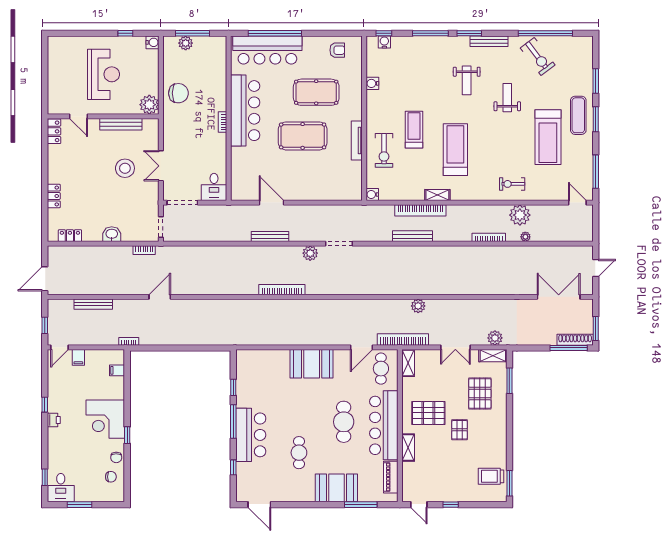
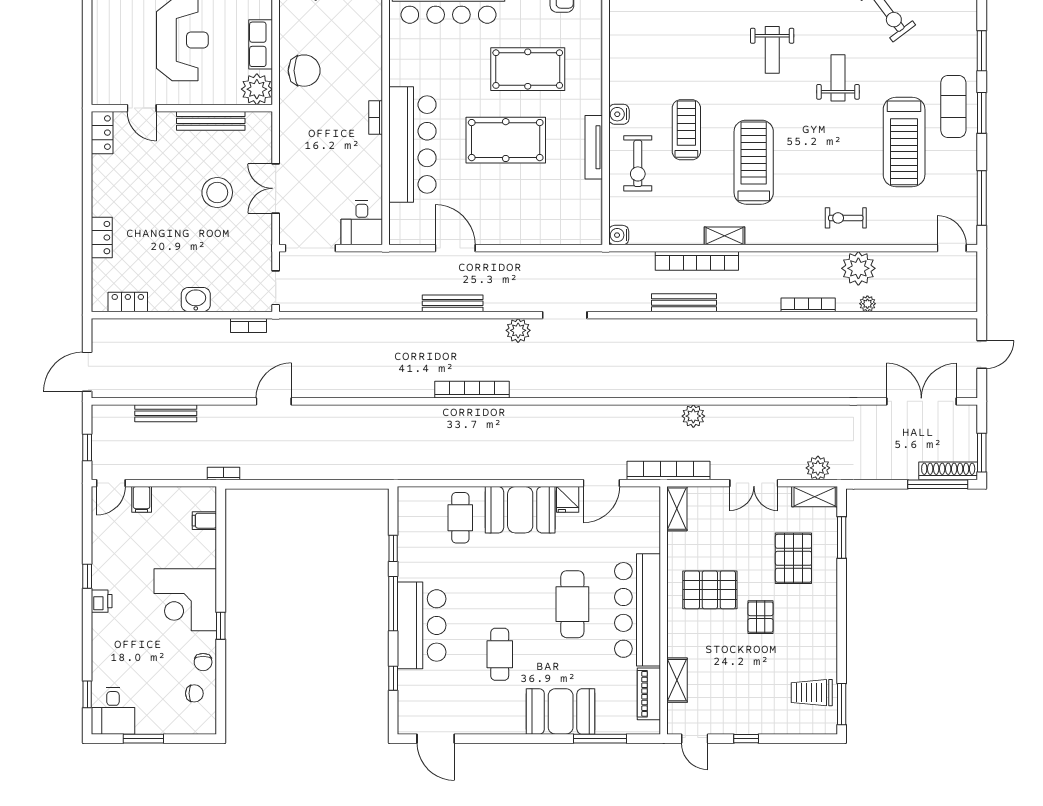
row of seats: (152, 77) -> (261, 44), added
water cooler: (372, 83) -> (619, 114), moved
bar counter: (245, 111) -> (412, 145), moved
fridge: (341, 357) -> (568, 499), added
cafe table: (381, 369) -> (460, 518), moved
shelving: (408, 448) -> (677, 680), moved

